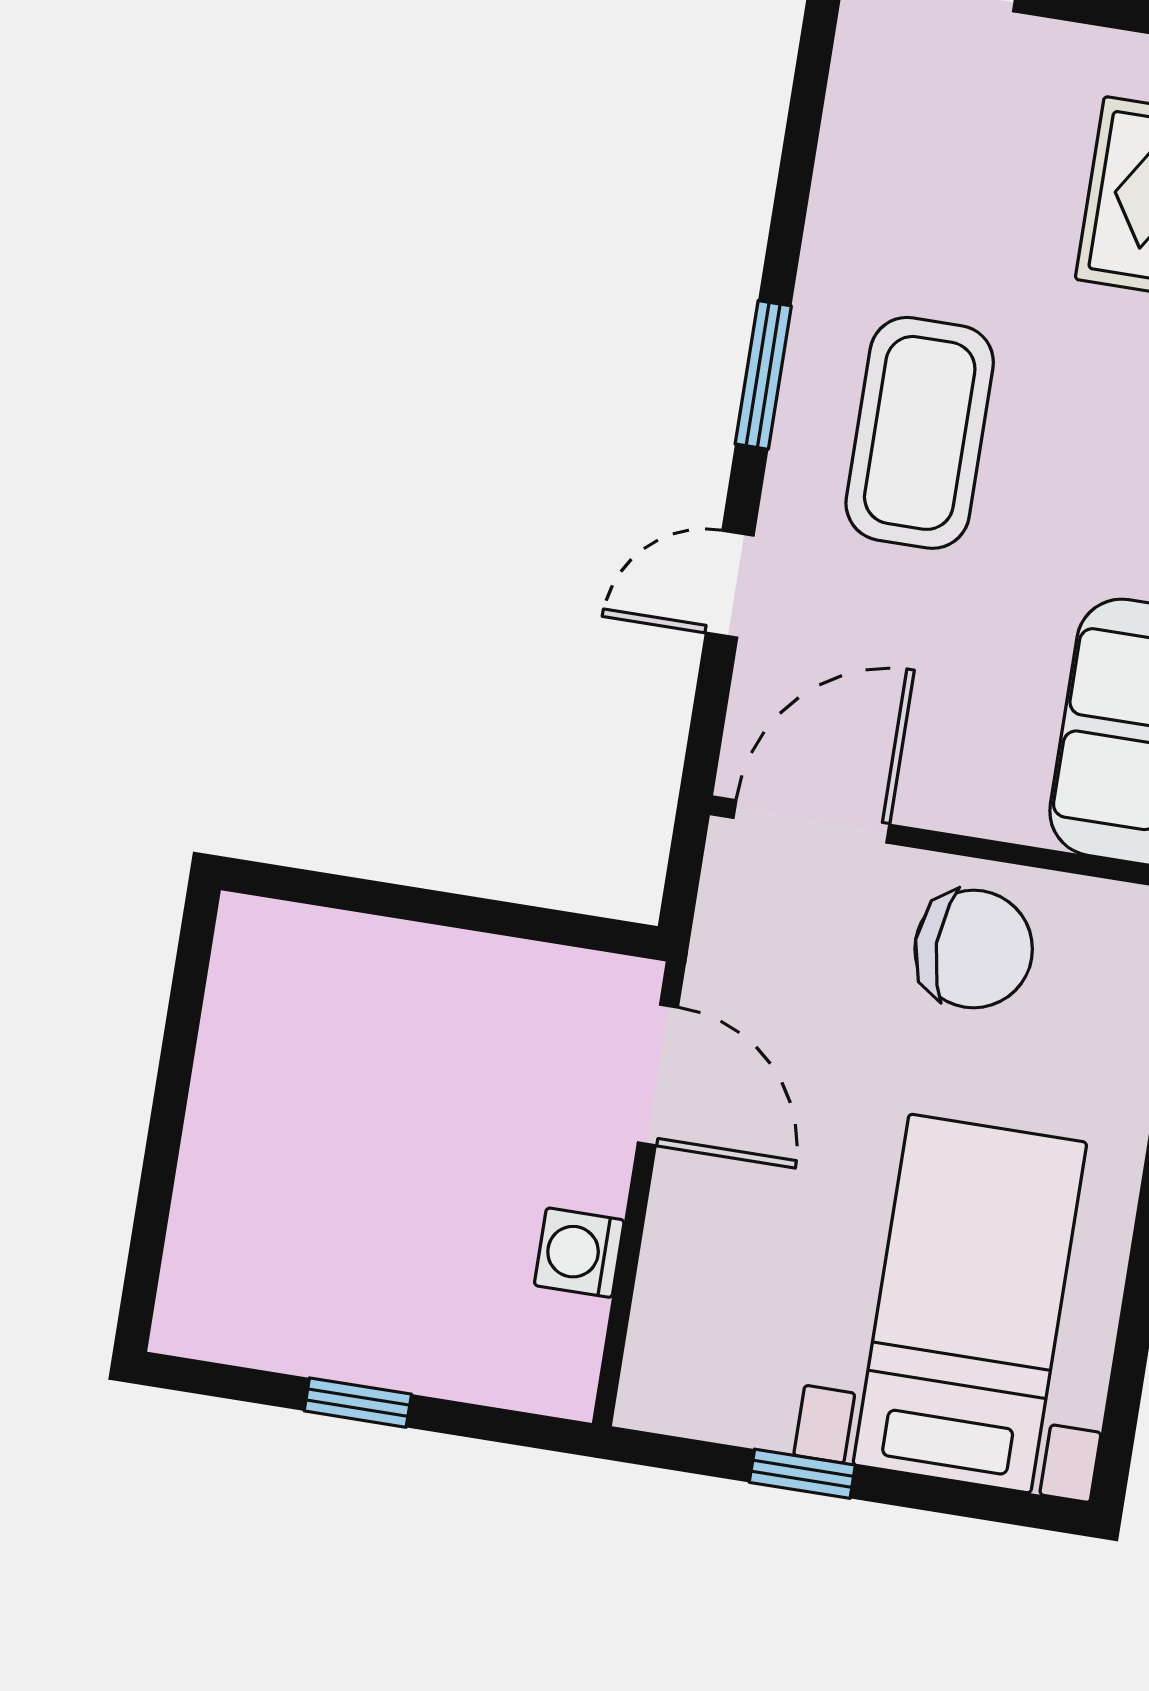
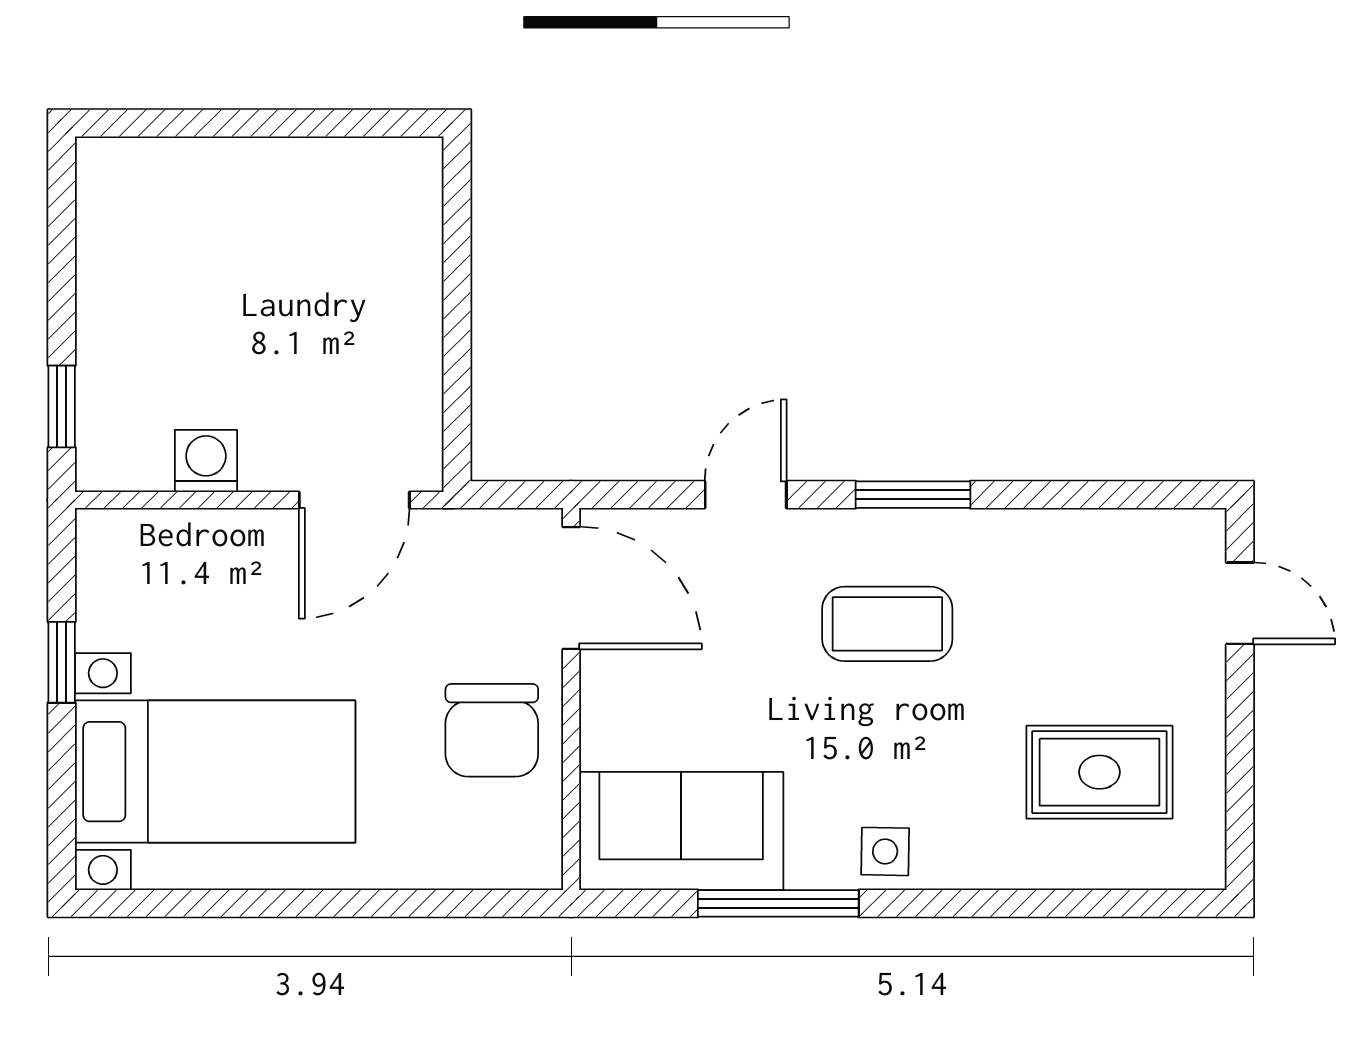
coffee table: (920, 433) -> (887, 624), width x0.73, depth x0.76
door: (730, 584) -> (746, 495), hinge flipped
window: (358, 1403) -> (62, 407), moved

